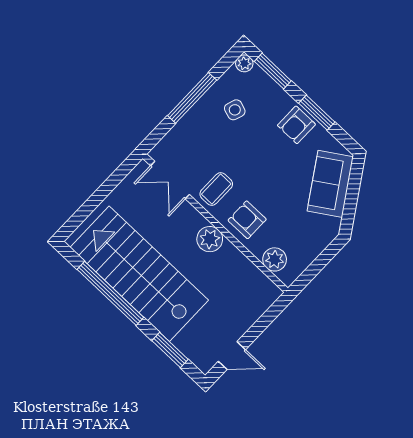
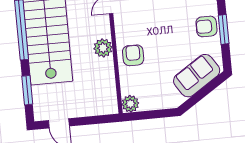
coffee table: (216, 189) -> (131, 23), removed
plant: (275, 259) -> (130, 104), moved

